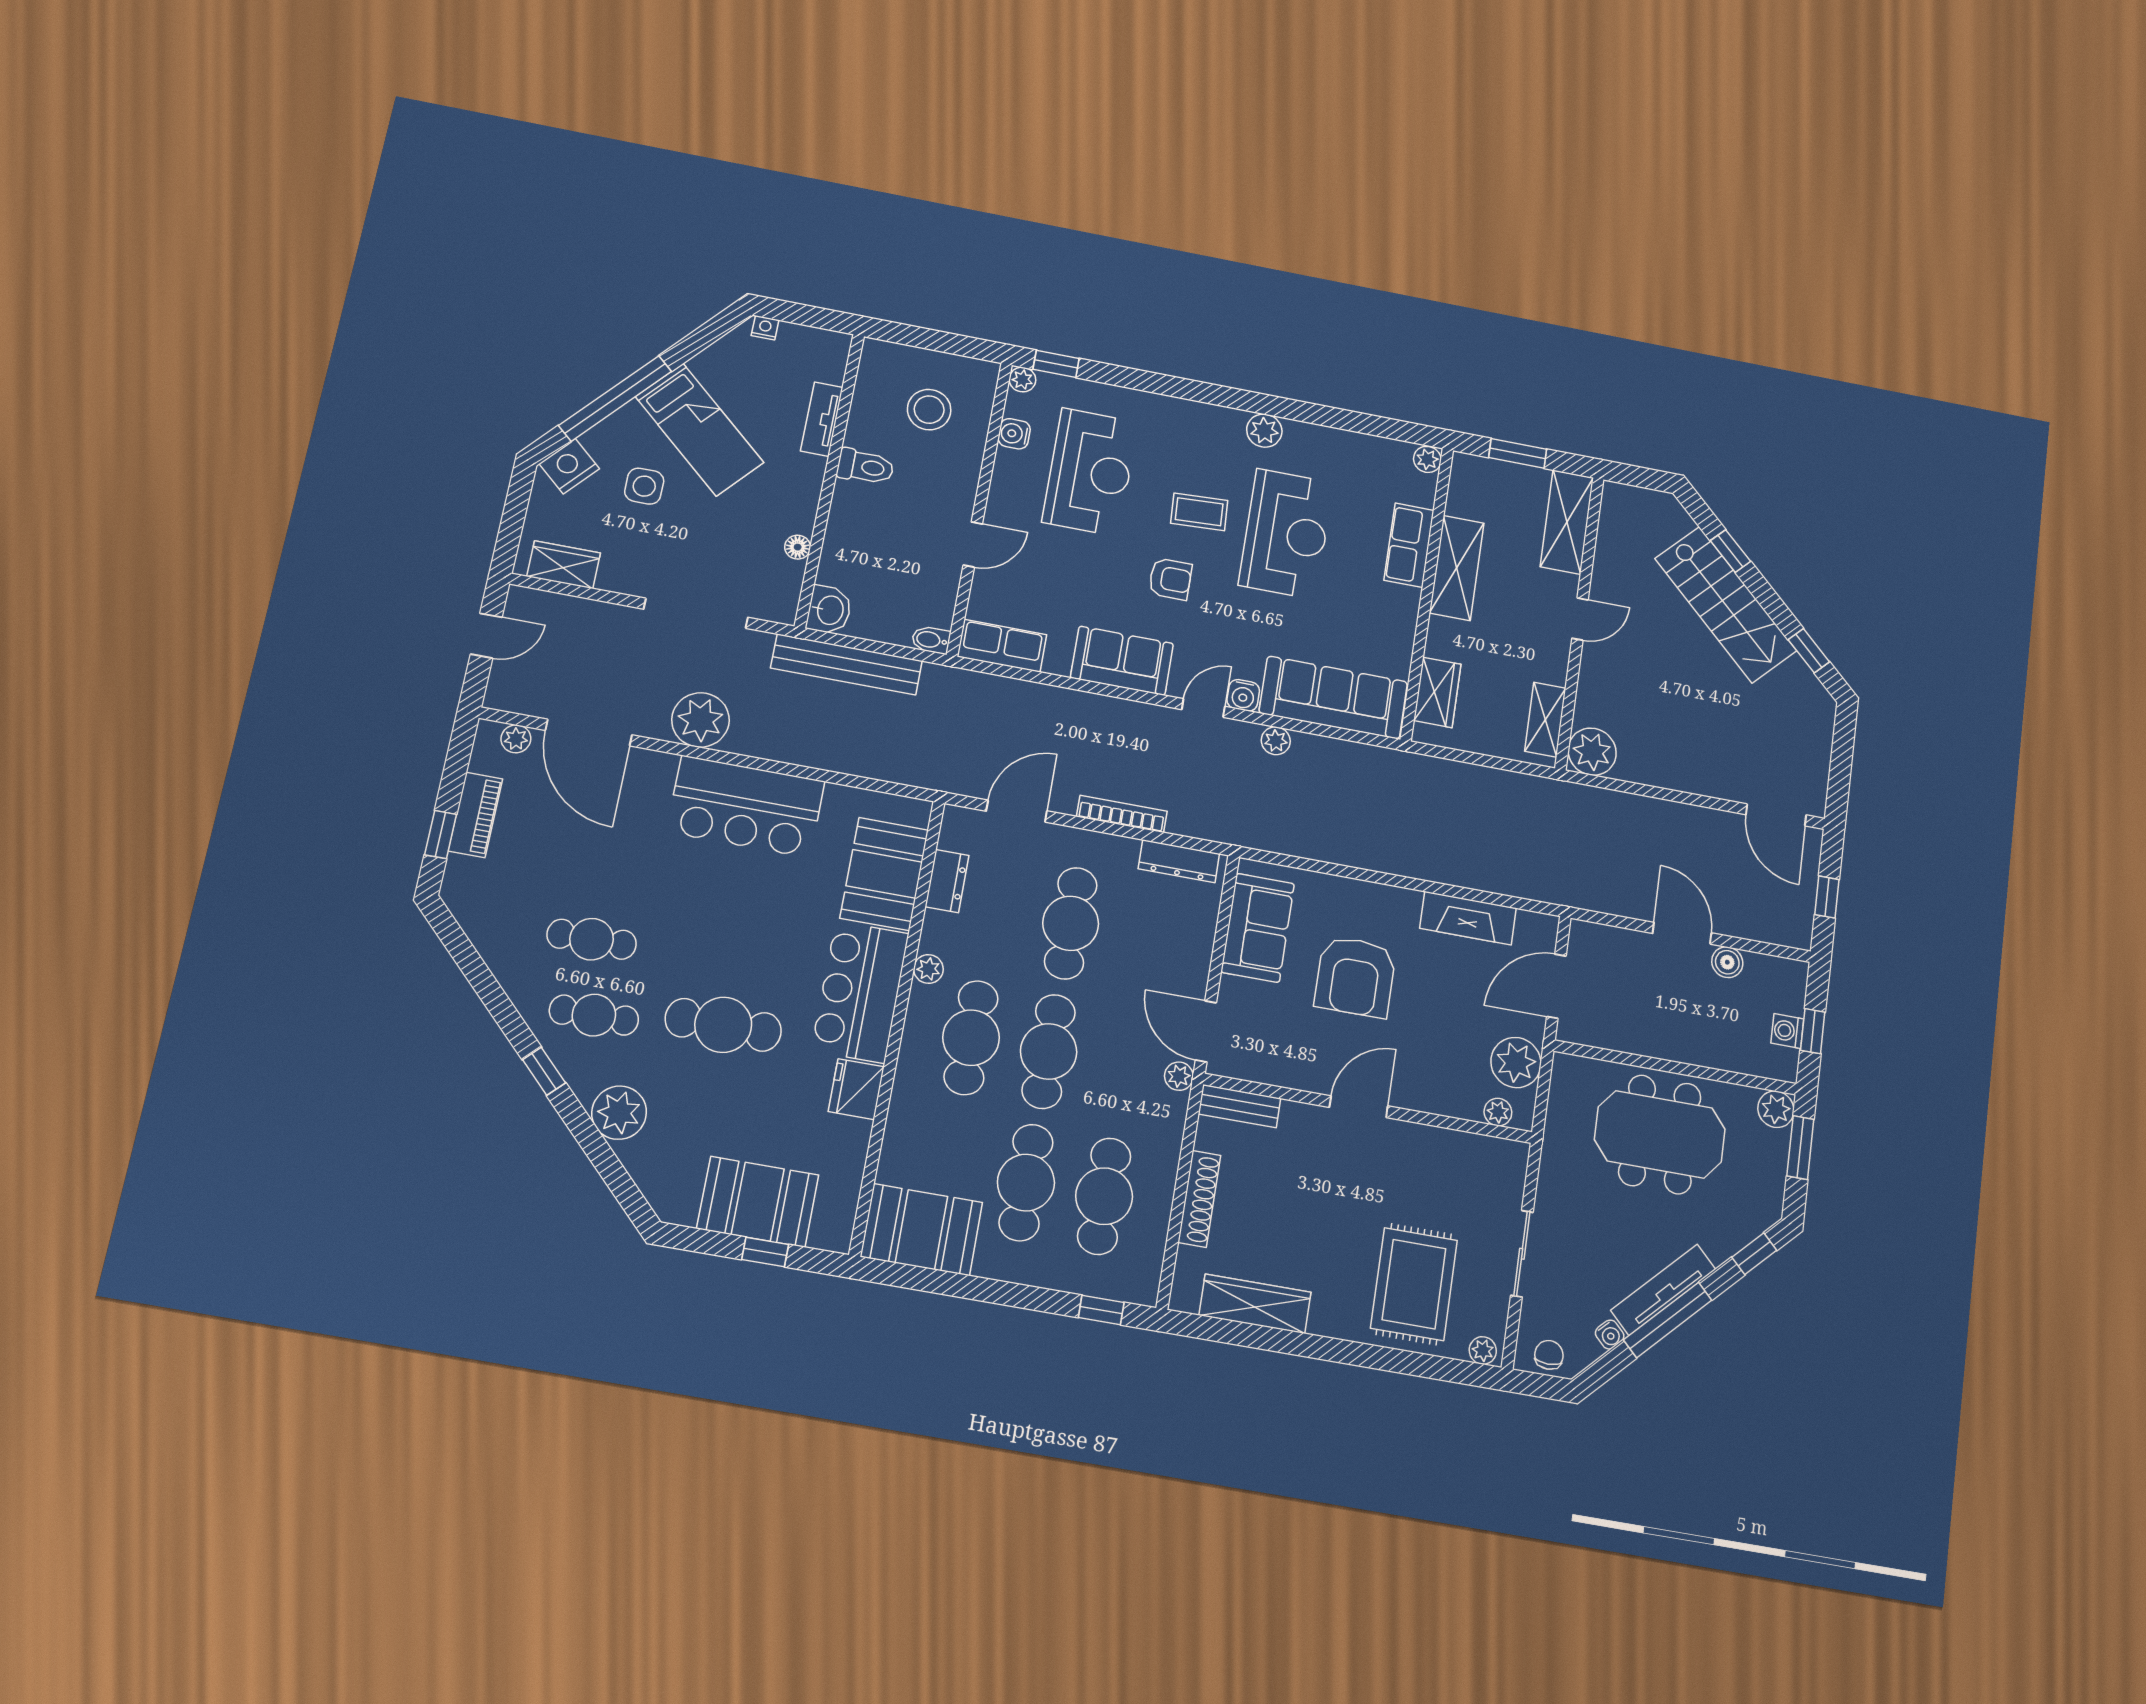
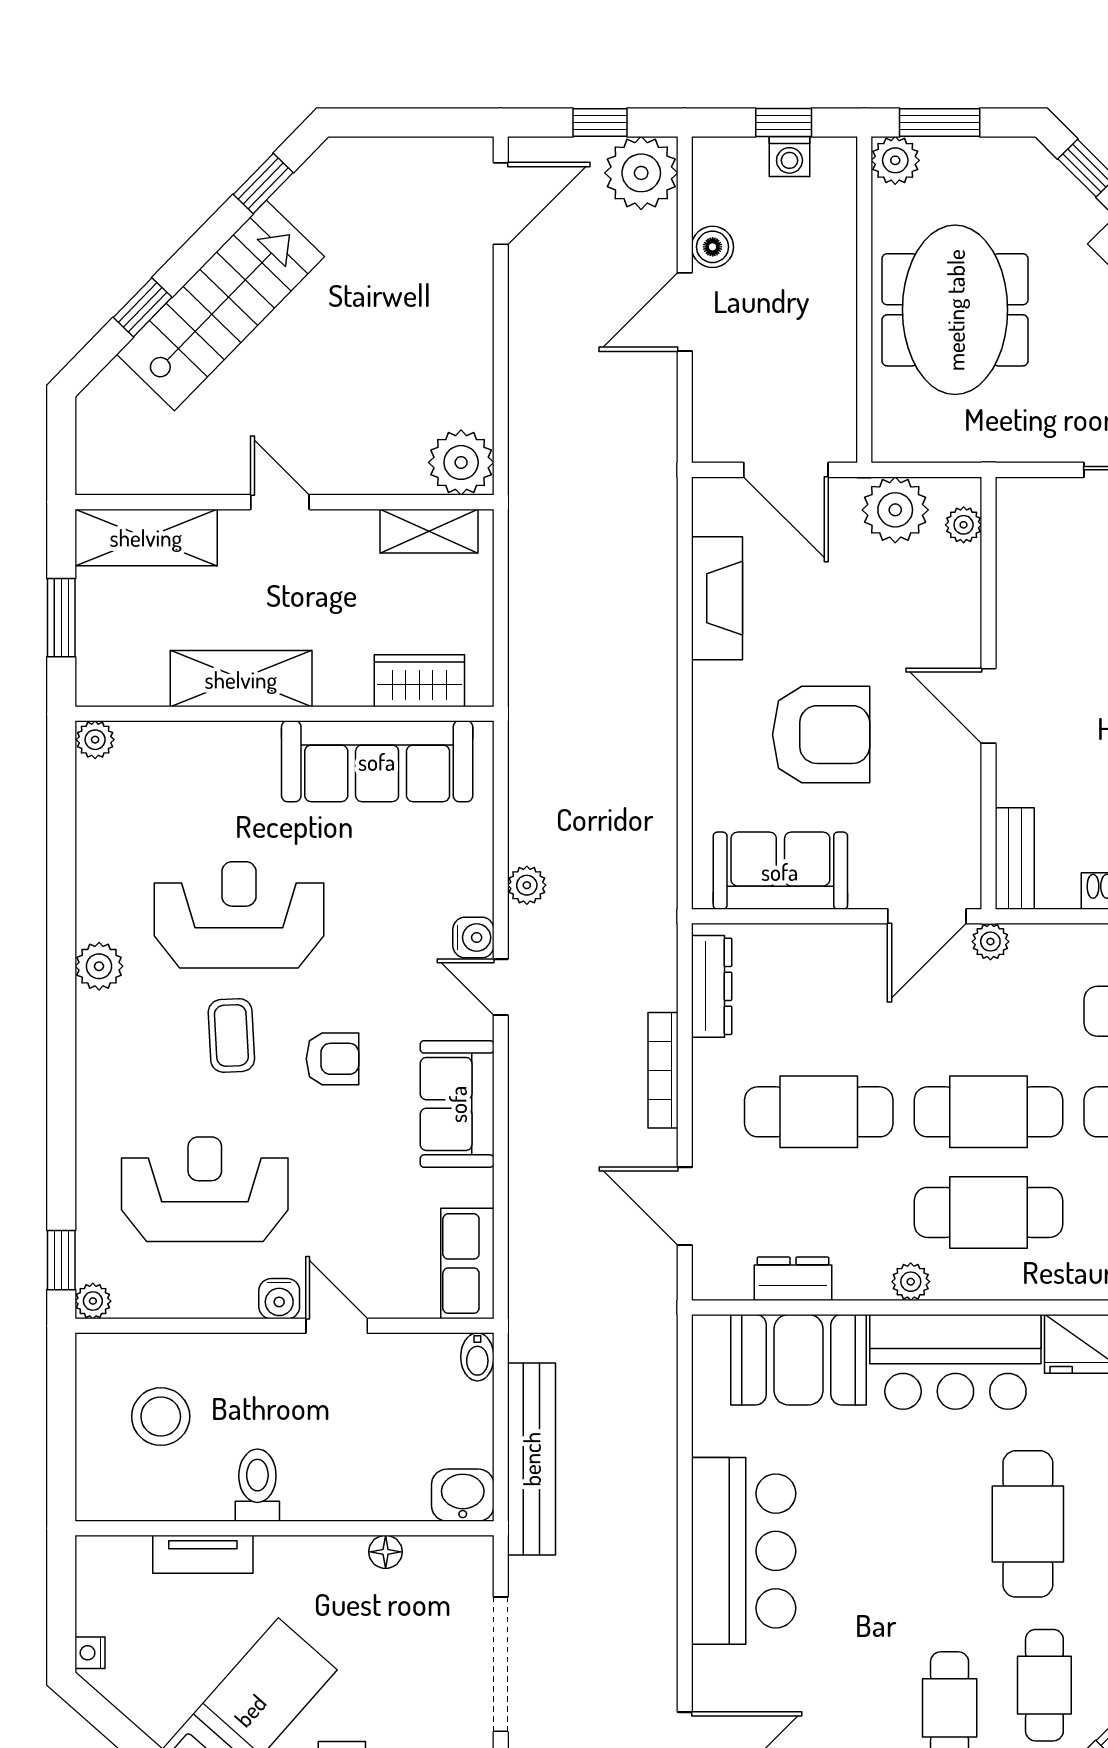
water cooler: (1014, 434) -> (279, 1299), moved
row of seats: (1409, 545) -> (222, 747), removed
armchair: (1170, 579) -> (333, 1059), turned 90
sofa: (1333, 697) -> (377, 761), moved, turned -90
plant: (701, 720) -> (641, 173), moved

